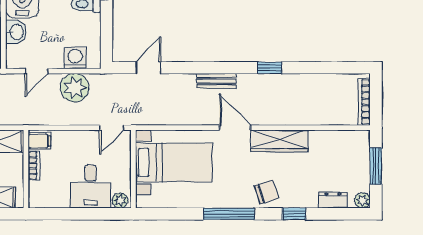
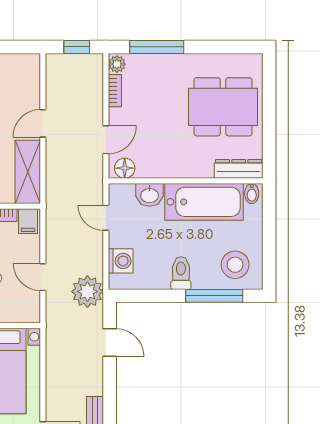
plant: (75, 88) -> (87, 292), moved
door: (112, 128) -> (43, 277), moved

